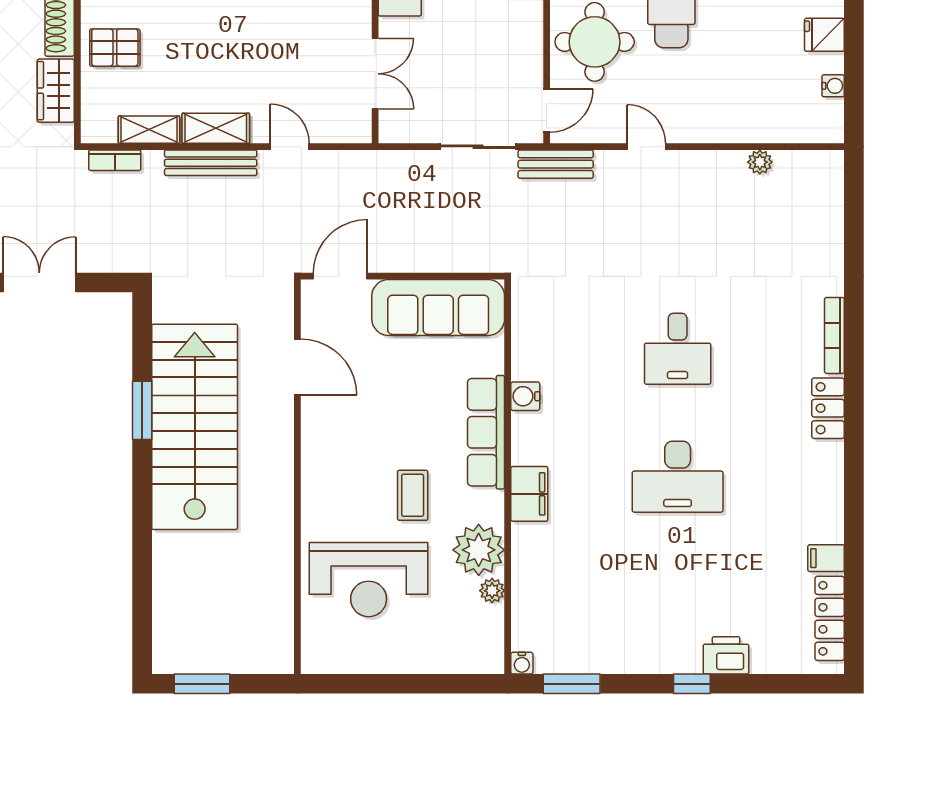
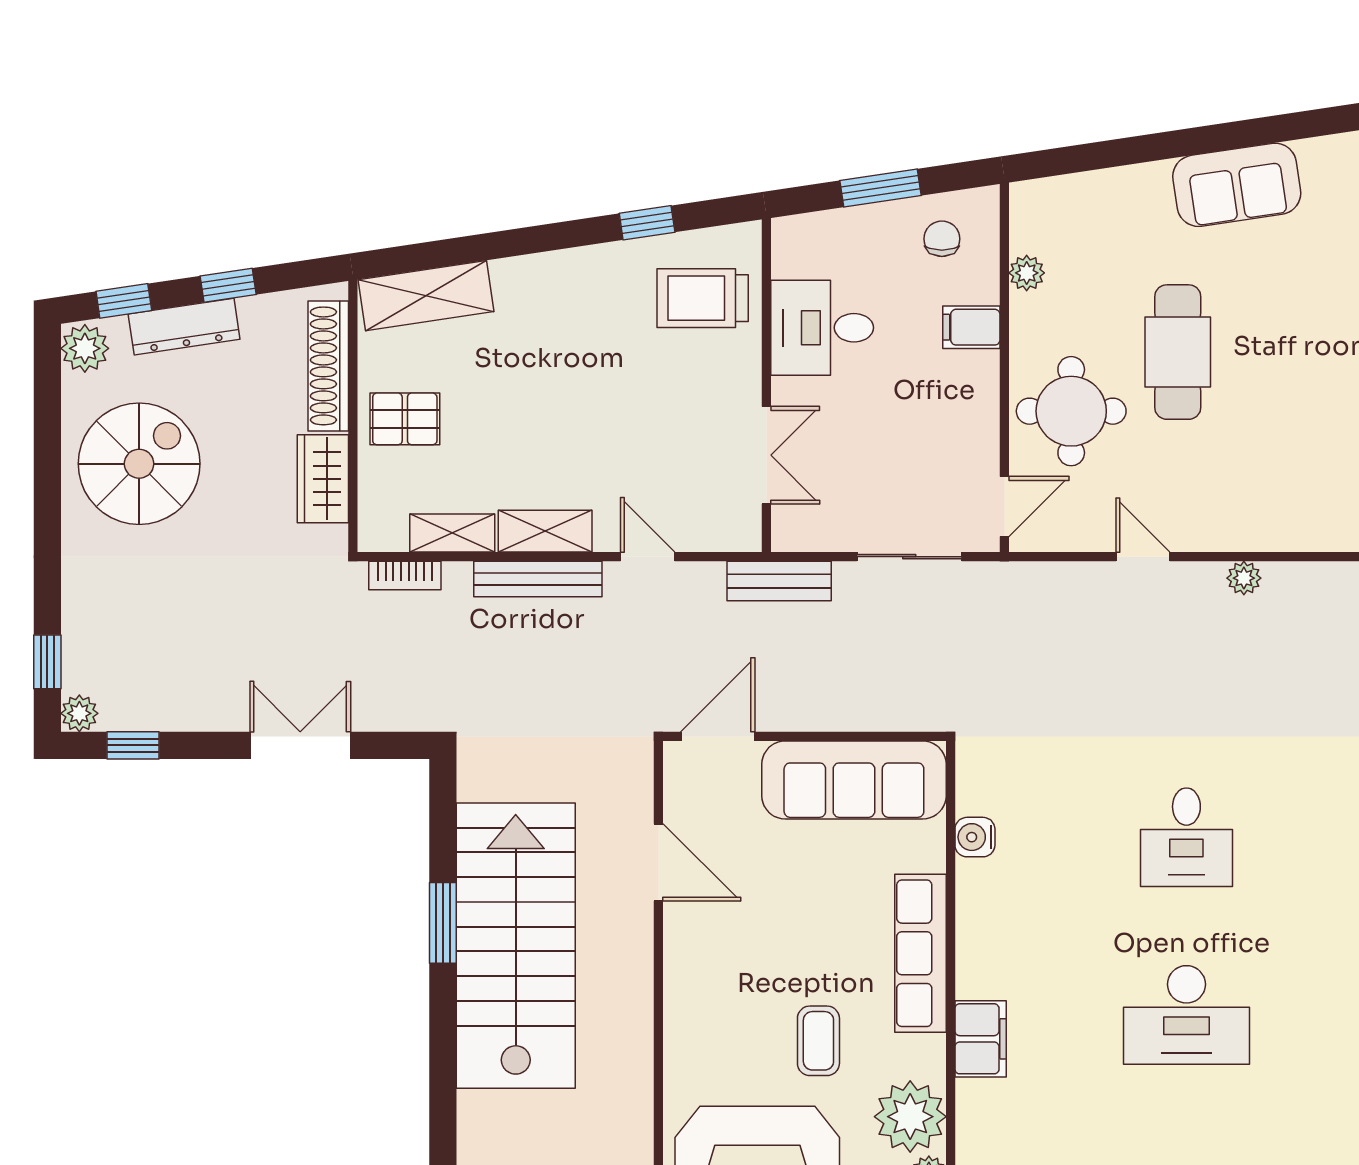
plant: (760, 162) -> (1244, 578), moved
bench: (556, 164) -> (779, 581), moved
water cooler: (525, 396) -> (975, 837), moved

